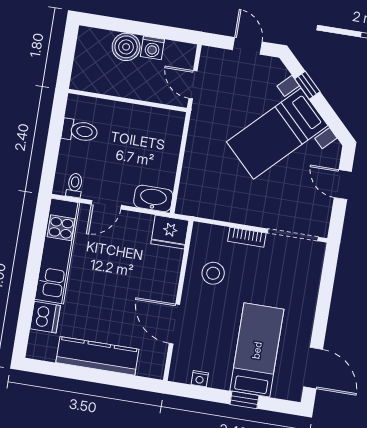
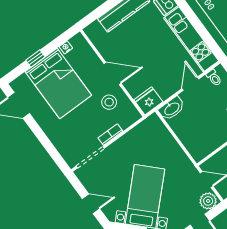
plant: (215, 60) -> (208, 201), added
door: (174, 324) -> (112, 73), moved
bed: (257, 350) -> (58, 83), width x1.50

